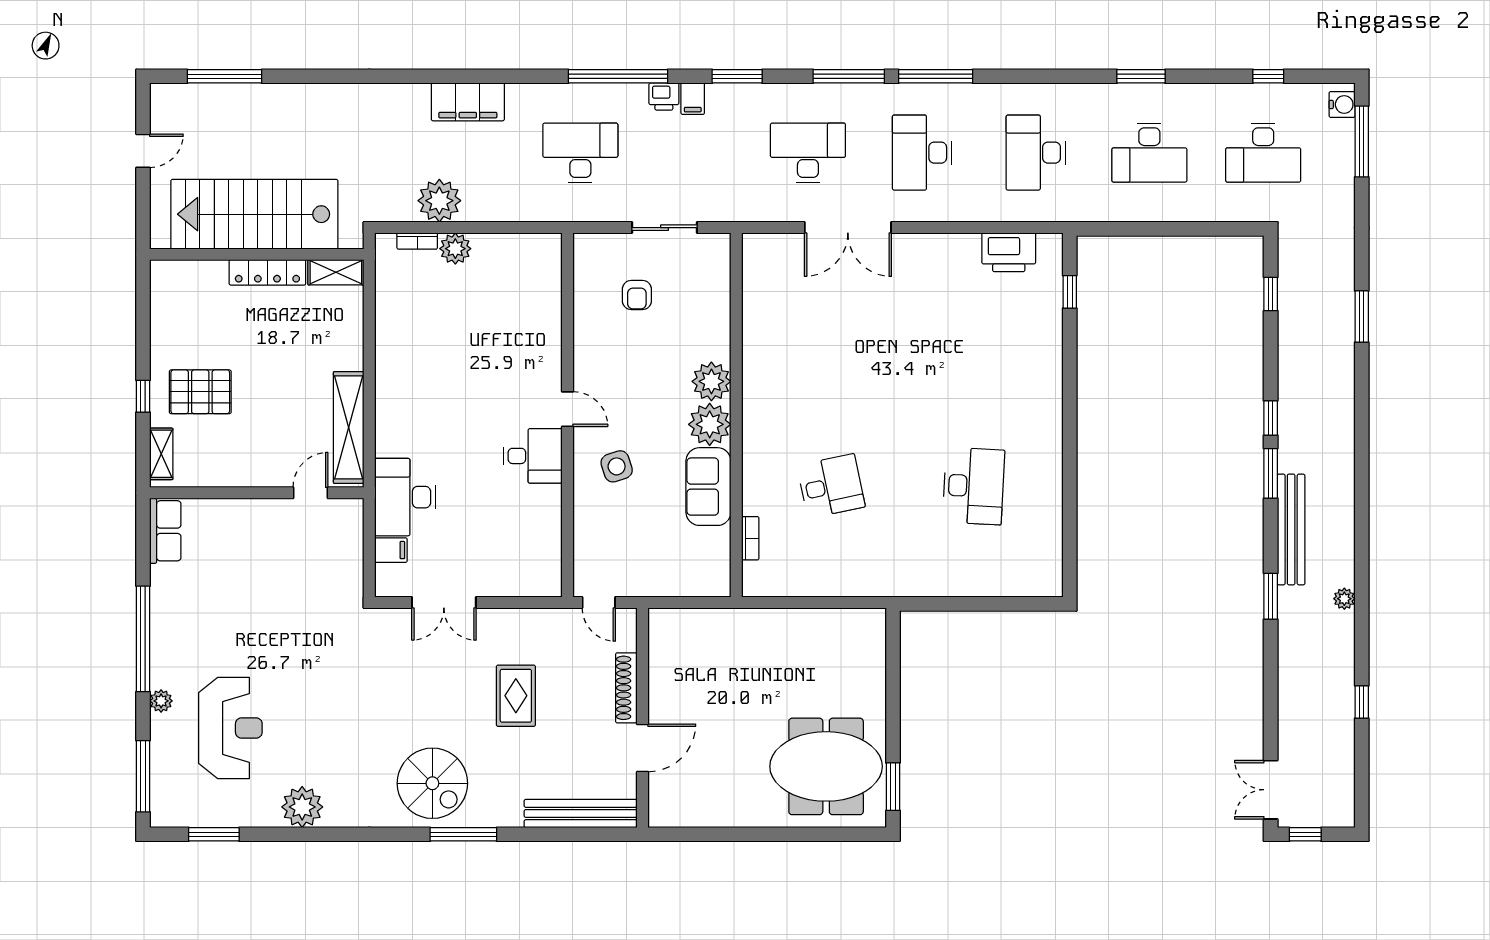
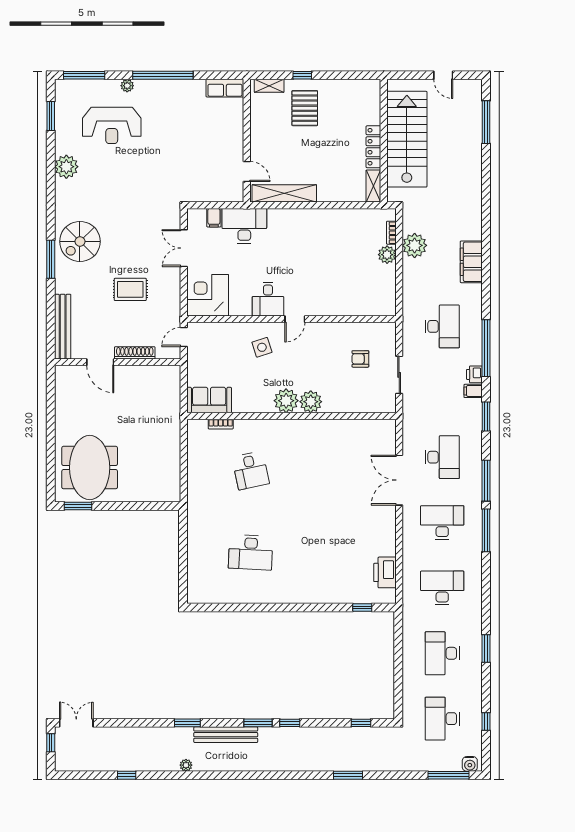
sofa: (708, 487) -> (209, 400), moved
corner desk: (526, 561) -> (208, 295), added

